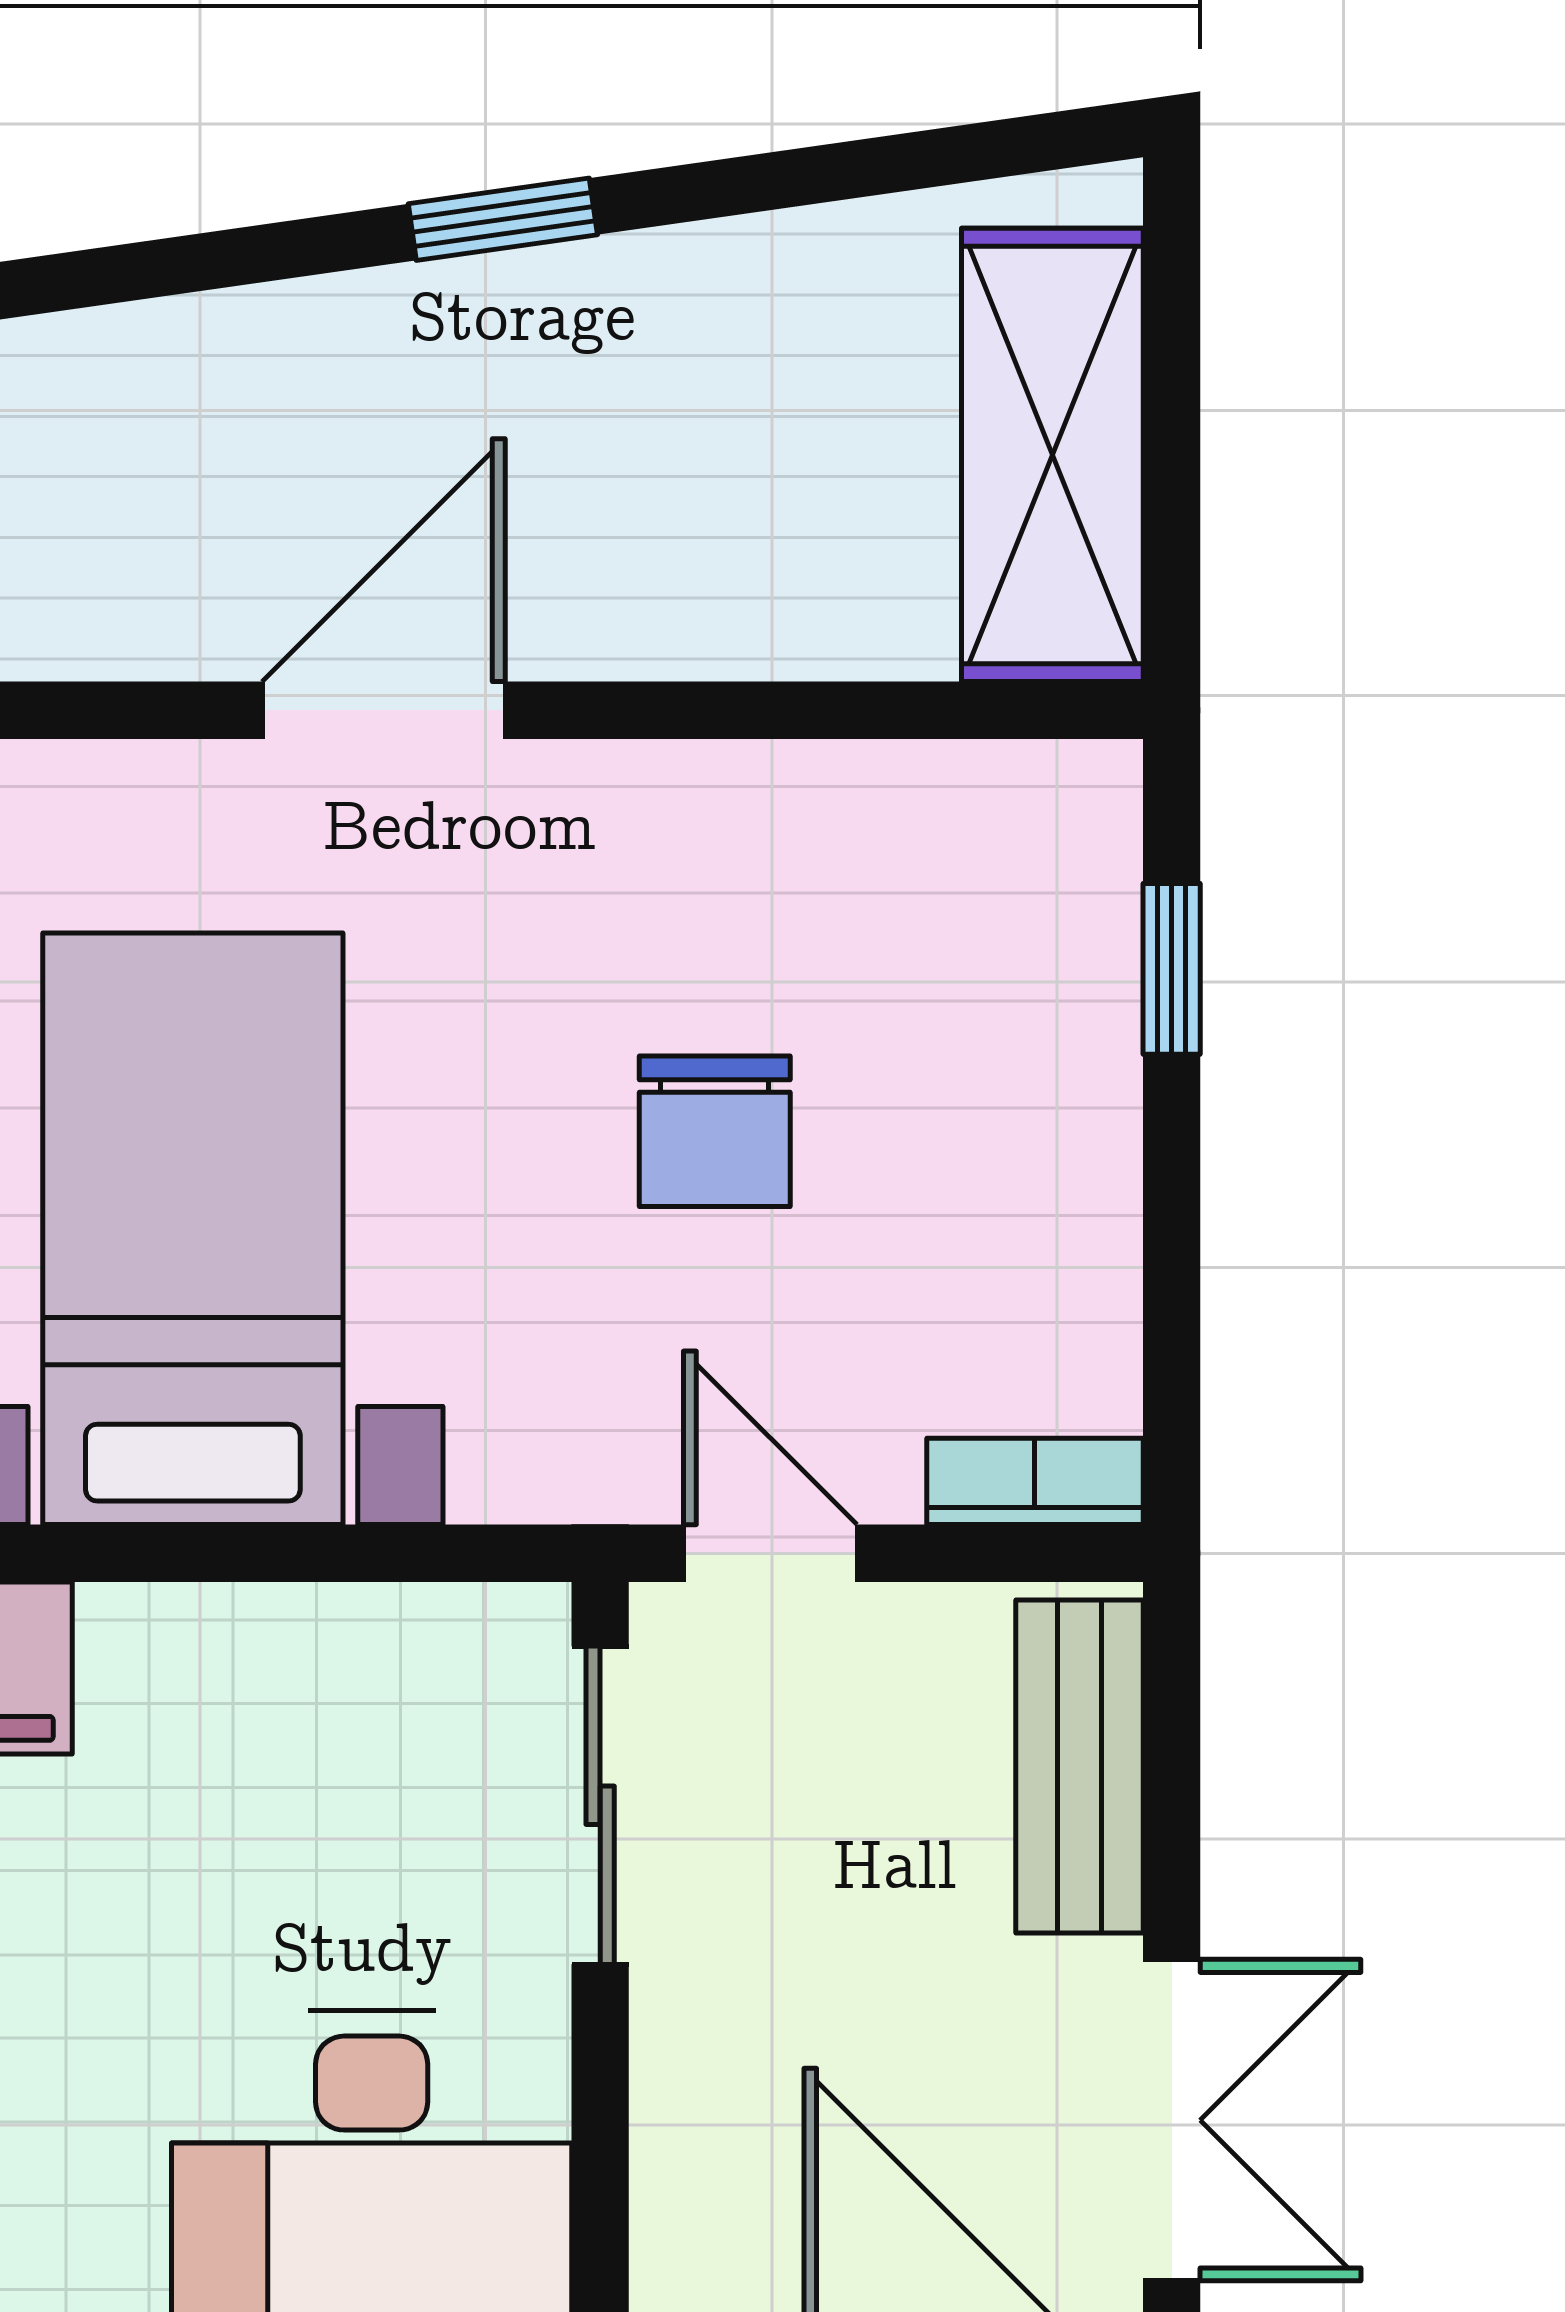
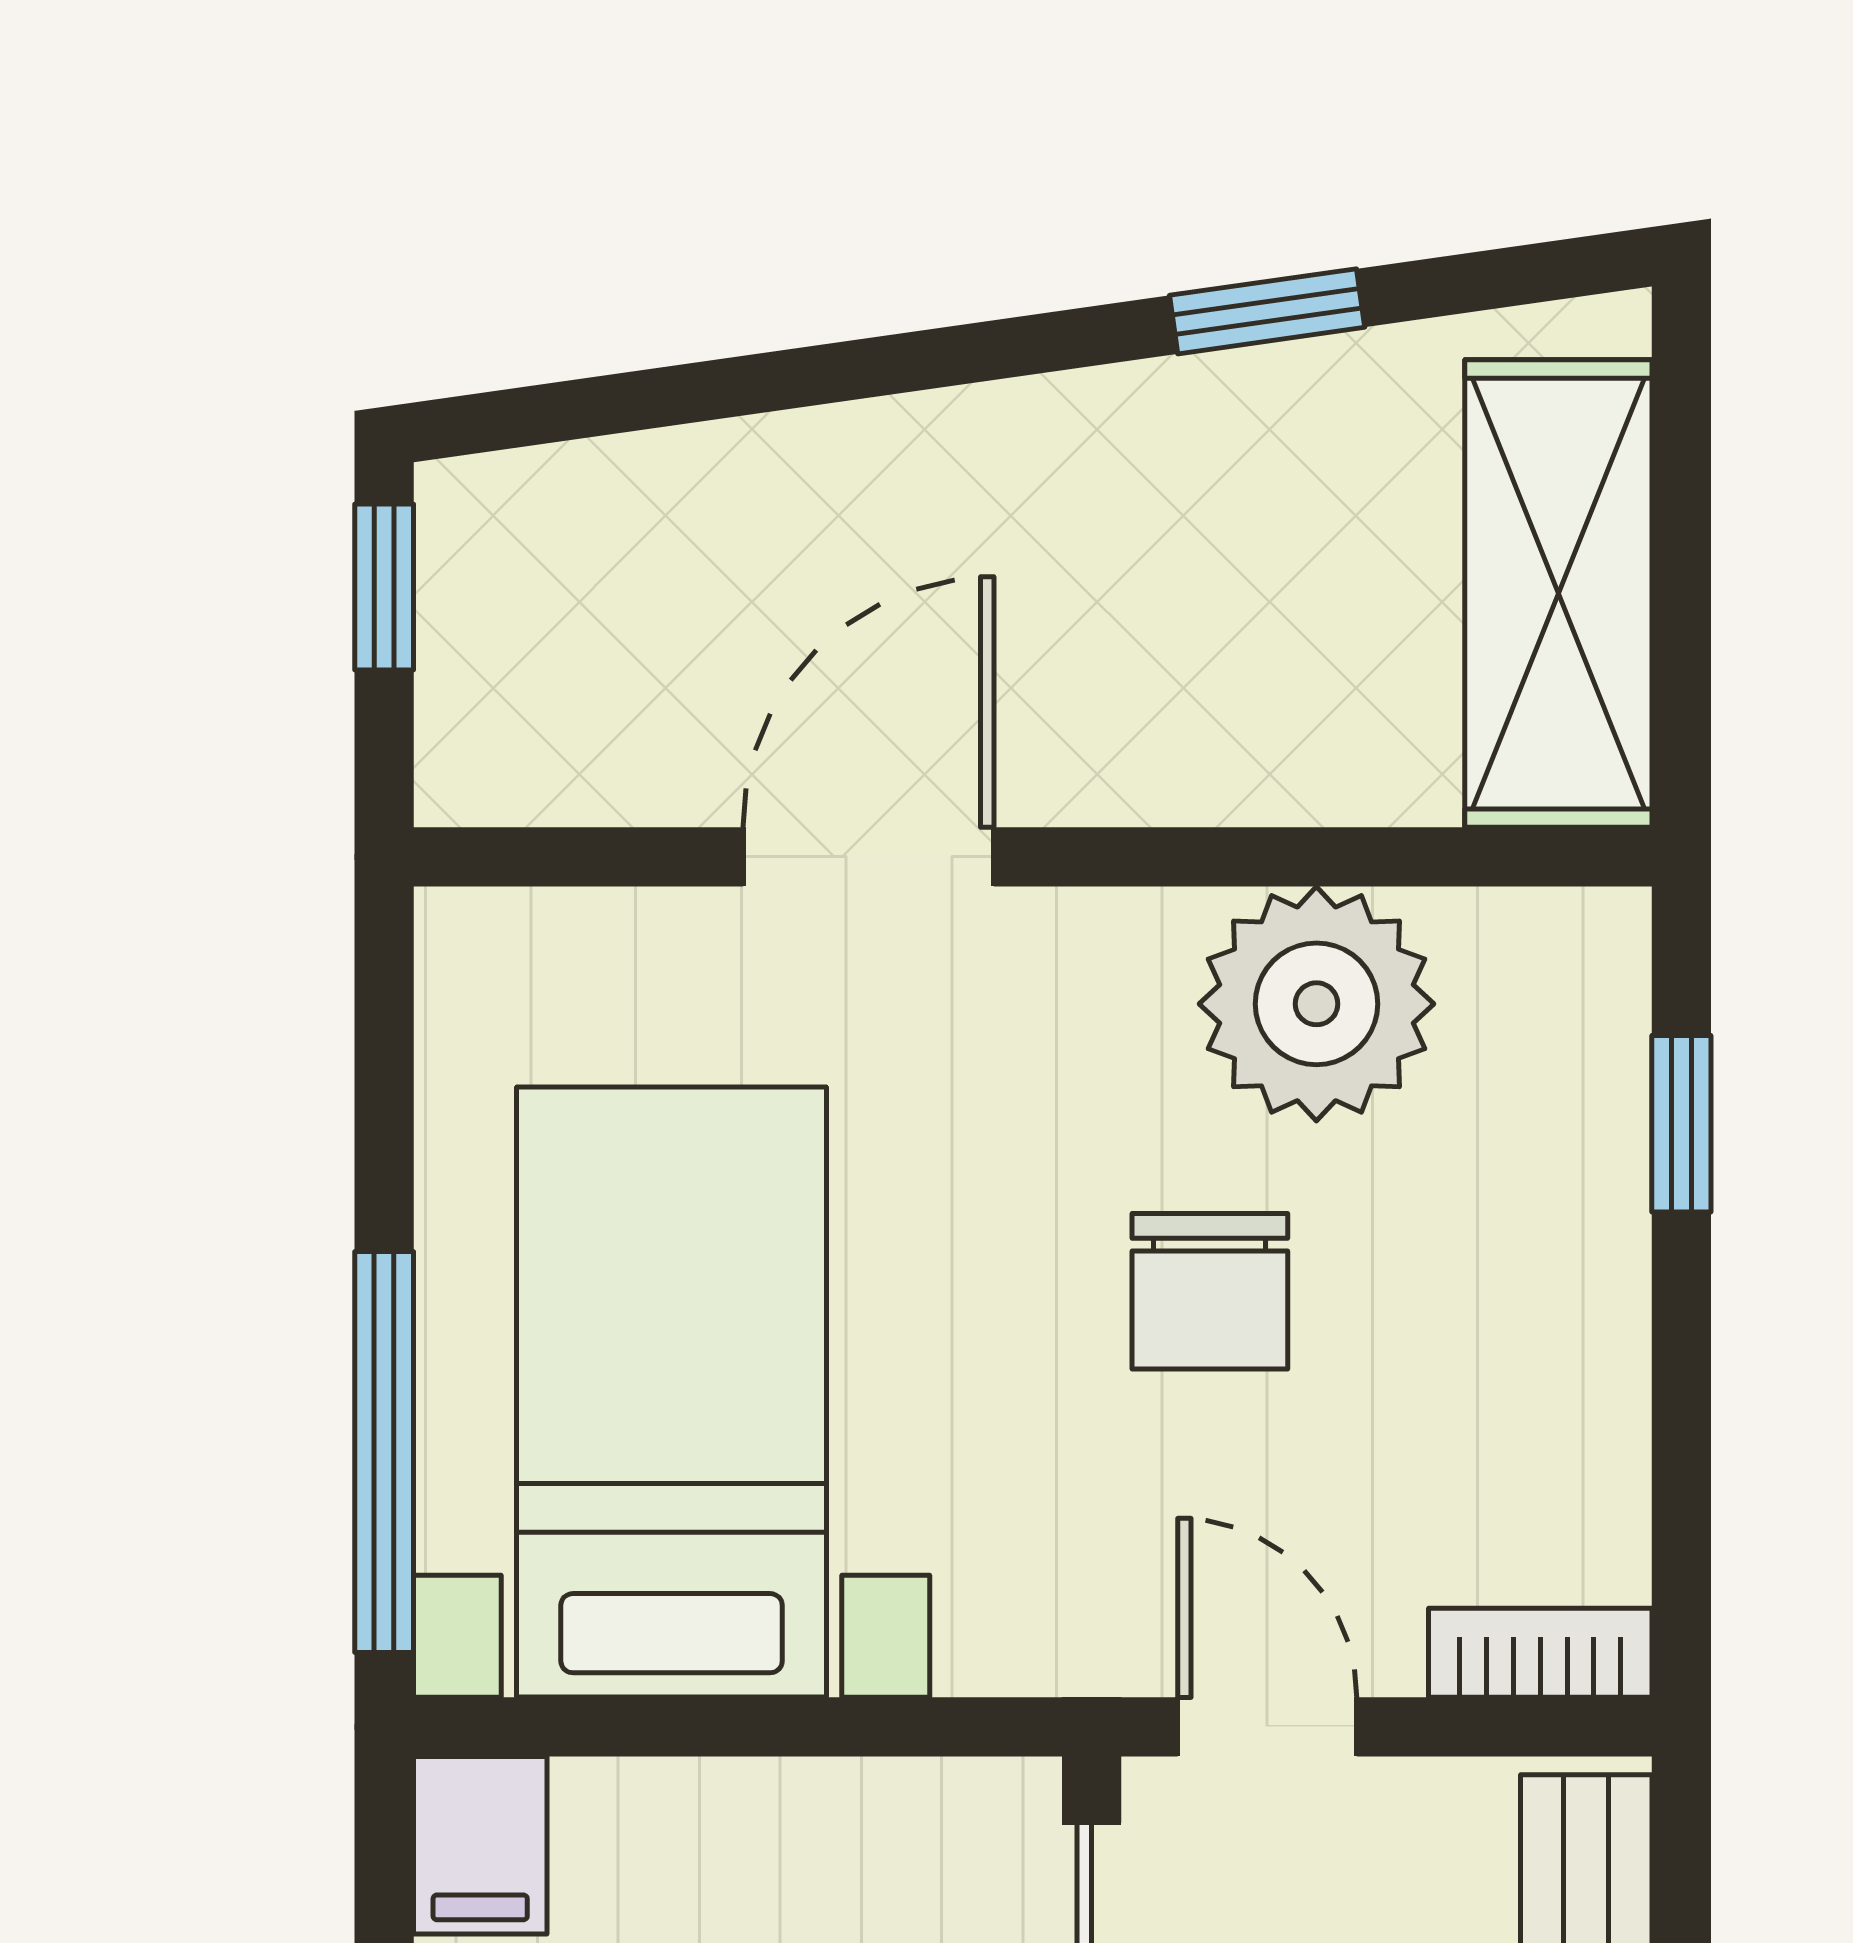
window: (503, 219) -> (1267, 311), moved
plant: (818, 853) -> (1316, 1004), added

